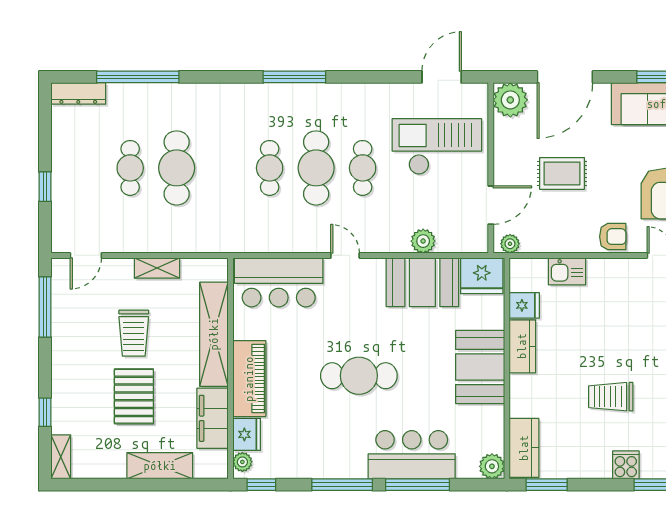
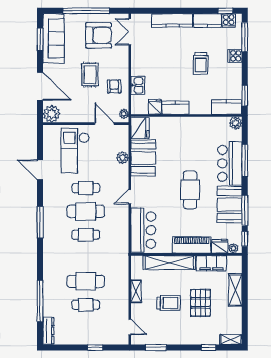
door: (442, 77) -> (40, 170), moved
rug: (562, 173) -> (90, 75), moved
armchair: (613, 237) -> (114, 86), moved
window: (45, 307) -> (156, 347), width x0.69
booth: (480, 367) -> (230, 204), moved, turned 90
pallet: (134, 396) -> (200, 303), turned 90
window: (342, 485) -> (245, 210), moved

